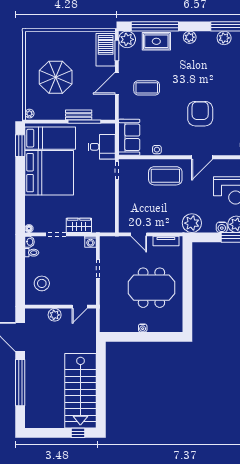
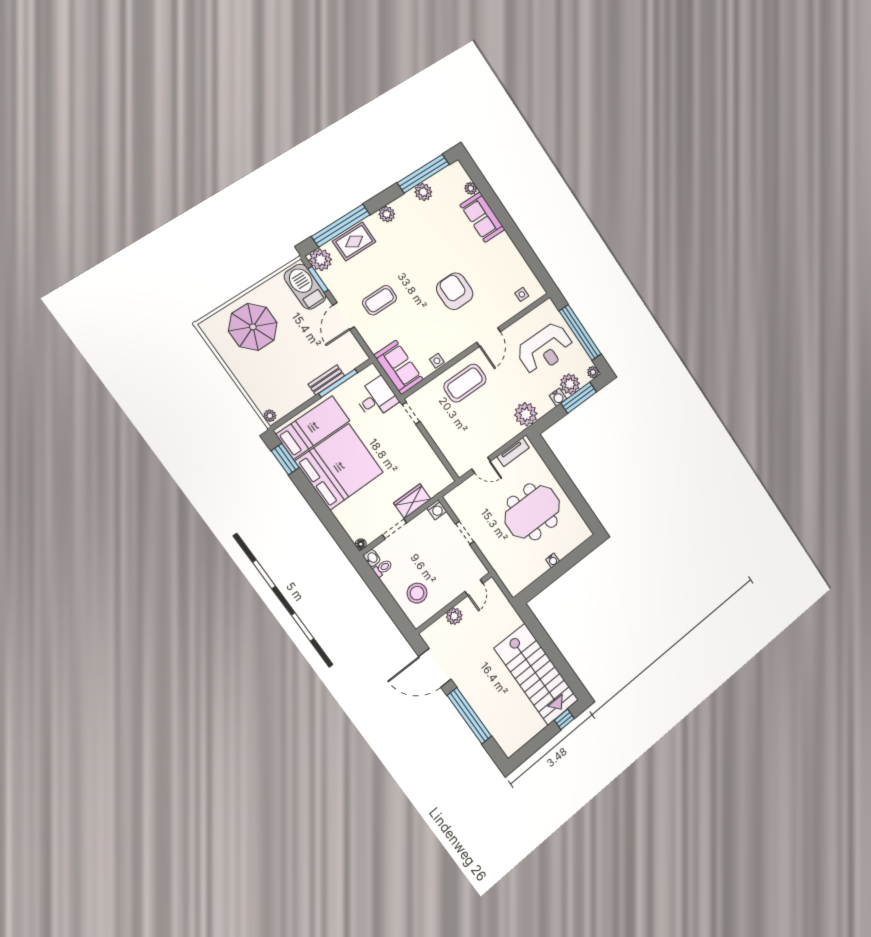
parasol: (56, 77) -> (253, 327), moved

